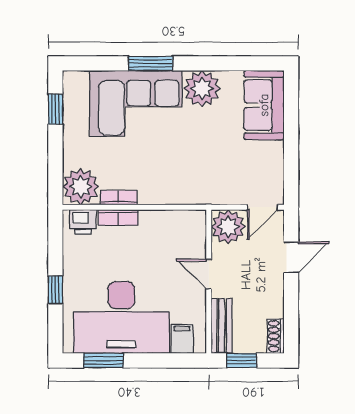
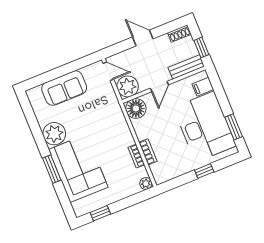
sofa: (264, 105) -> (64, 88), moved
plant: (81, 187) -> (146, 183), width x0.53, depth x0.53
printer: (83, 222) -> (159, 171), removed
floor lamp: (190, 226) -> (136, 108), added
door: (291, 257) -> (143, 38), moved

